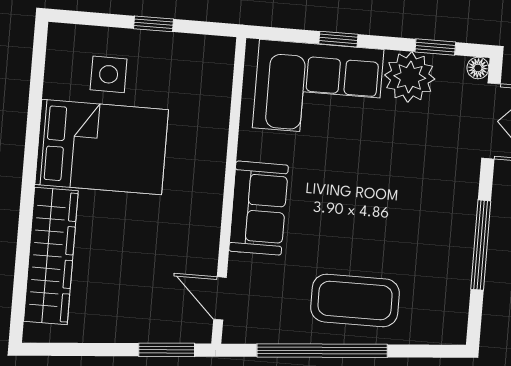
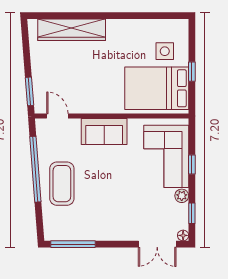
plant: (410, 77) -> (182, 196), width x0.53, depth x0.53
bed: (102, 147) -> (157, 88), moved, turned 90
window: (481, 245) -> (73, 244), moved
door: (220, 298) -> (57, 116), hinge flipped

